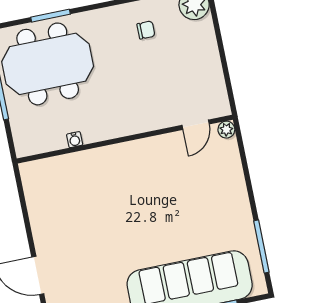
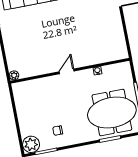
door: (196, 125) -> (67, 71), moved

